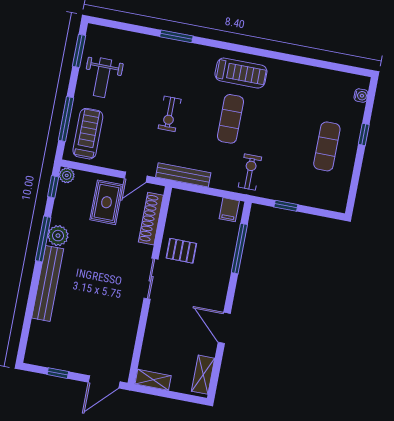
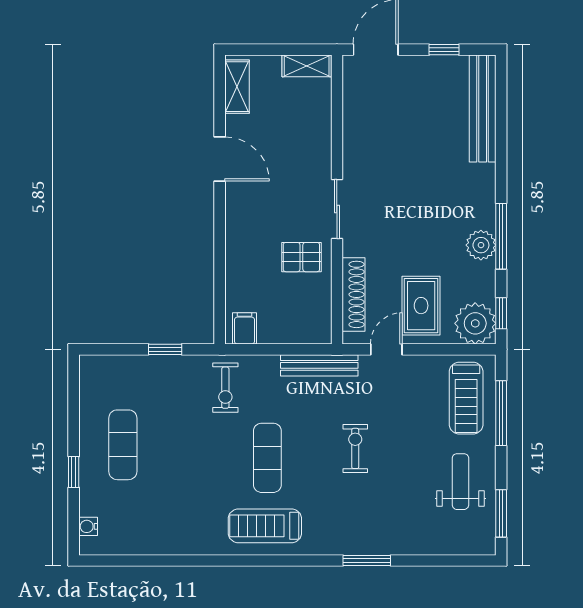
plant: (67, 175) -> (475, 323), width x1.88, depth x1.88
window: (239, 249) -> (220, 276), removed
bench: (48, 283) -> (483, 109), moved

